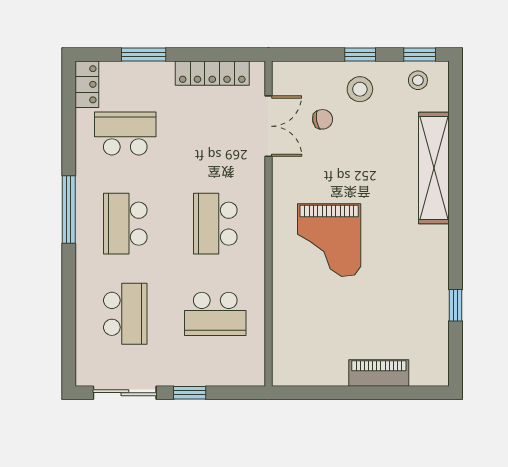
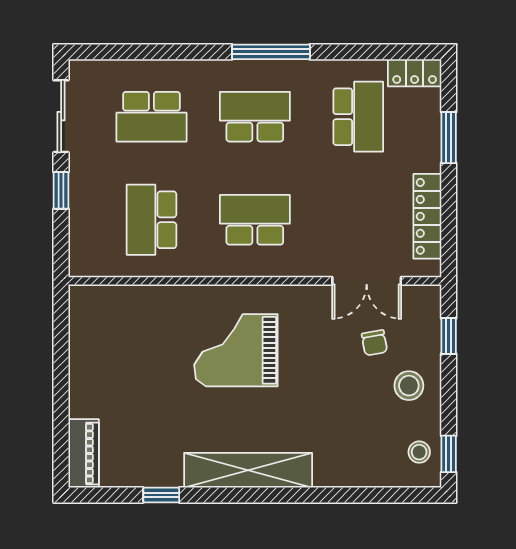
window: (360, 55) -> (449, 336), moved
shelving: (434, 168) -> (248, 470), moved
piano: (379, 373) -> (84, 453), moved

